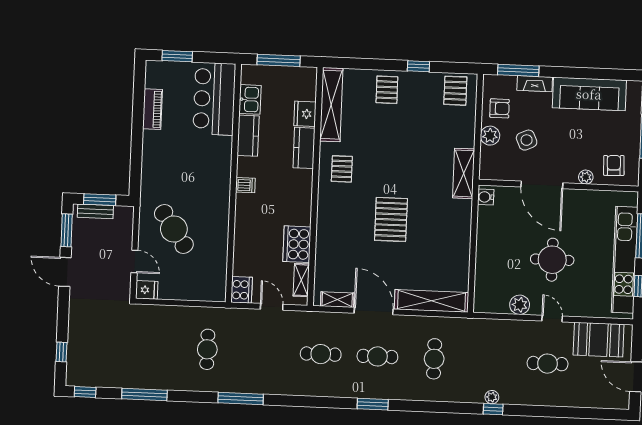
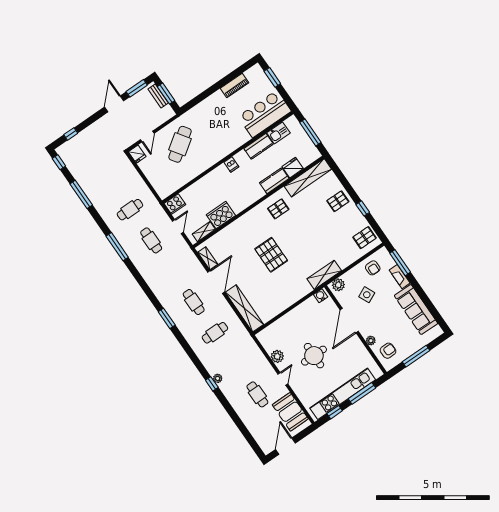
plant: (490, 136) -> (338, 285), moved
pallet: (391, 219) -> (271, 255), turned 90
cafe table: (321, 354) -> (151, 240), moved

